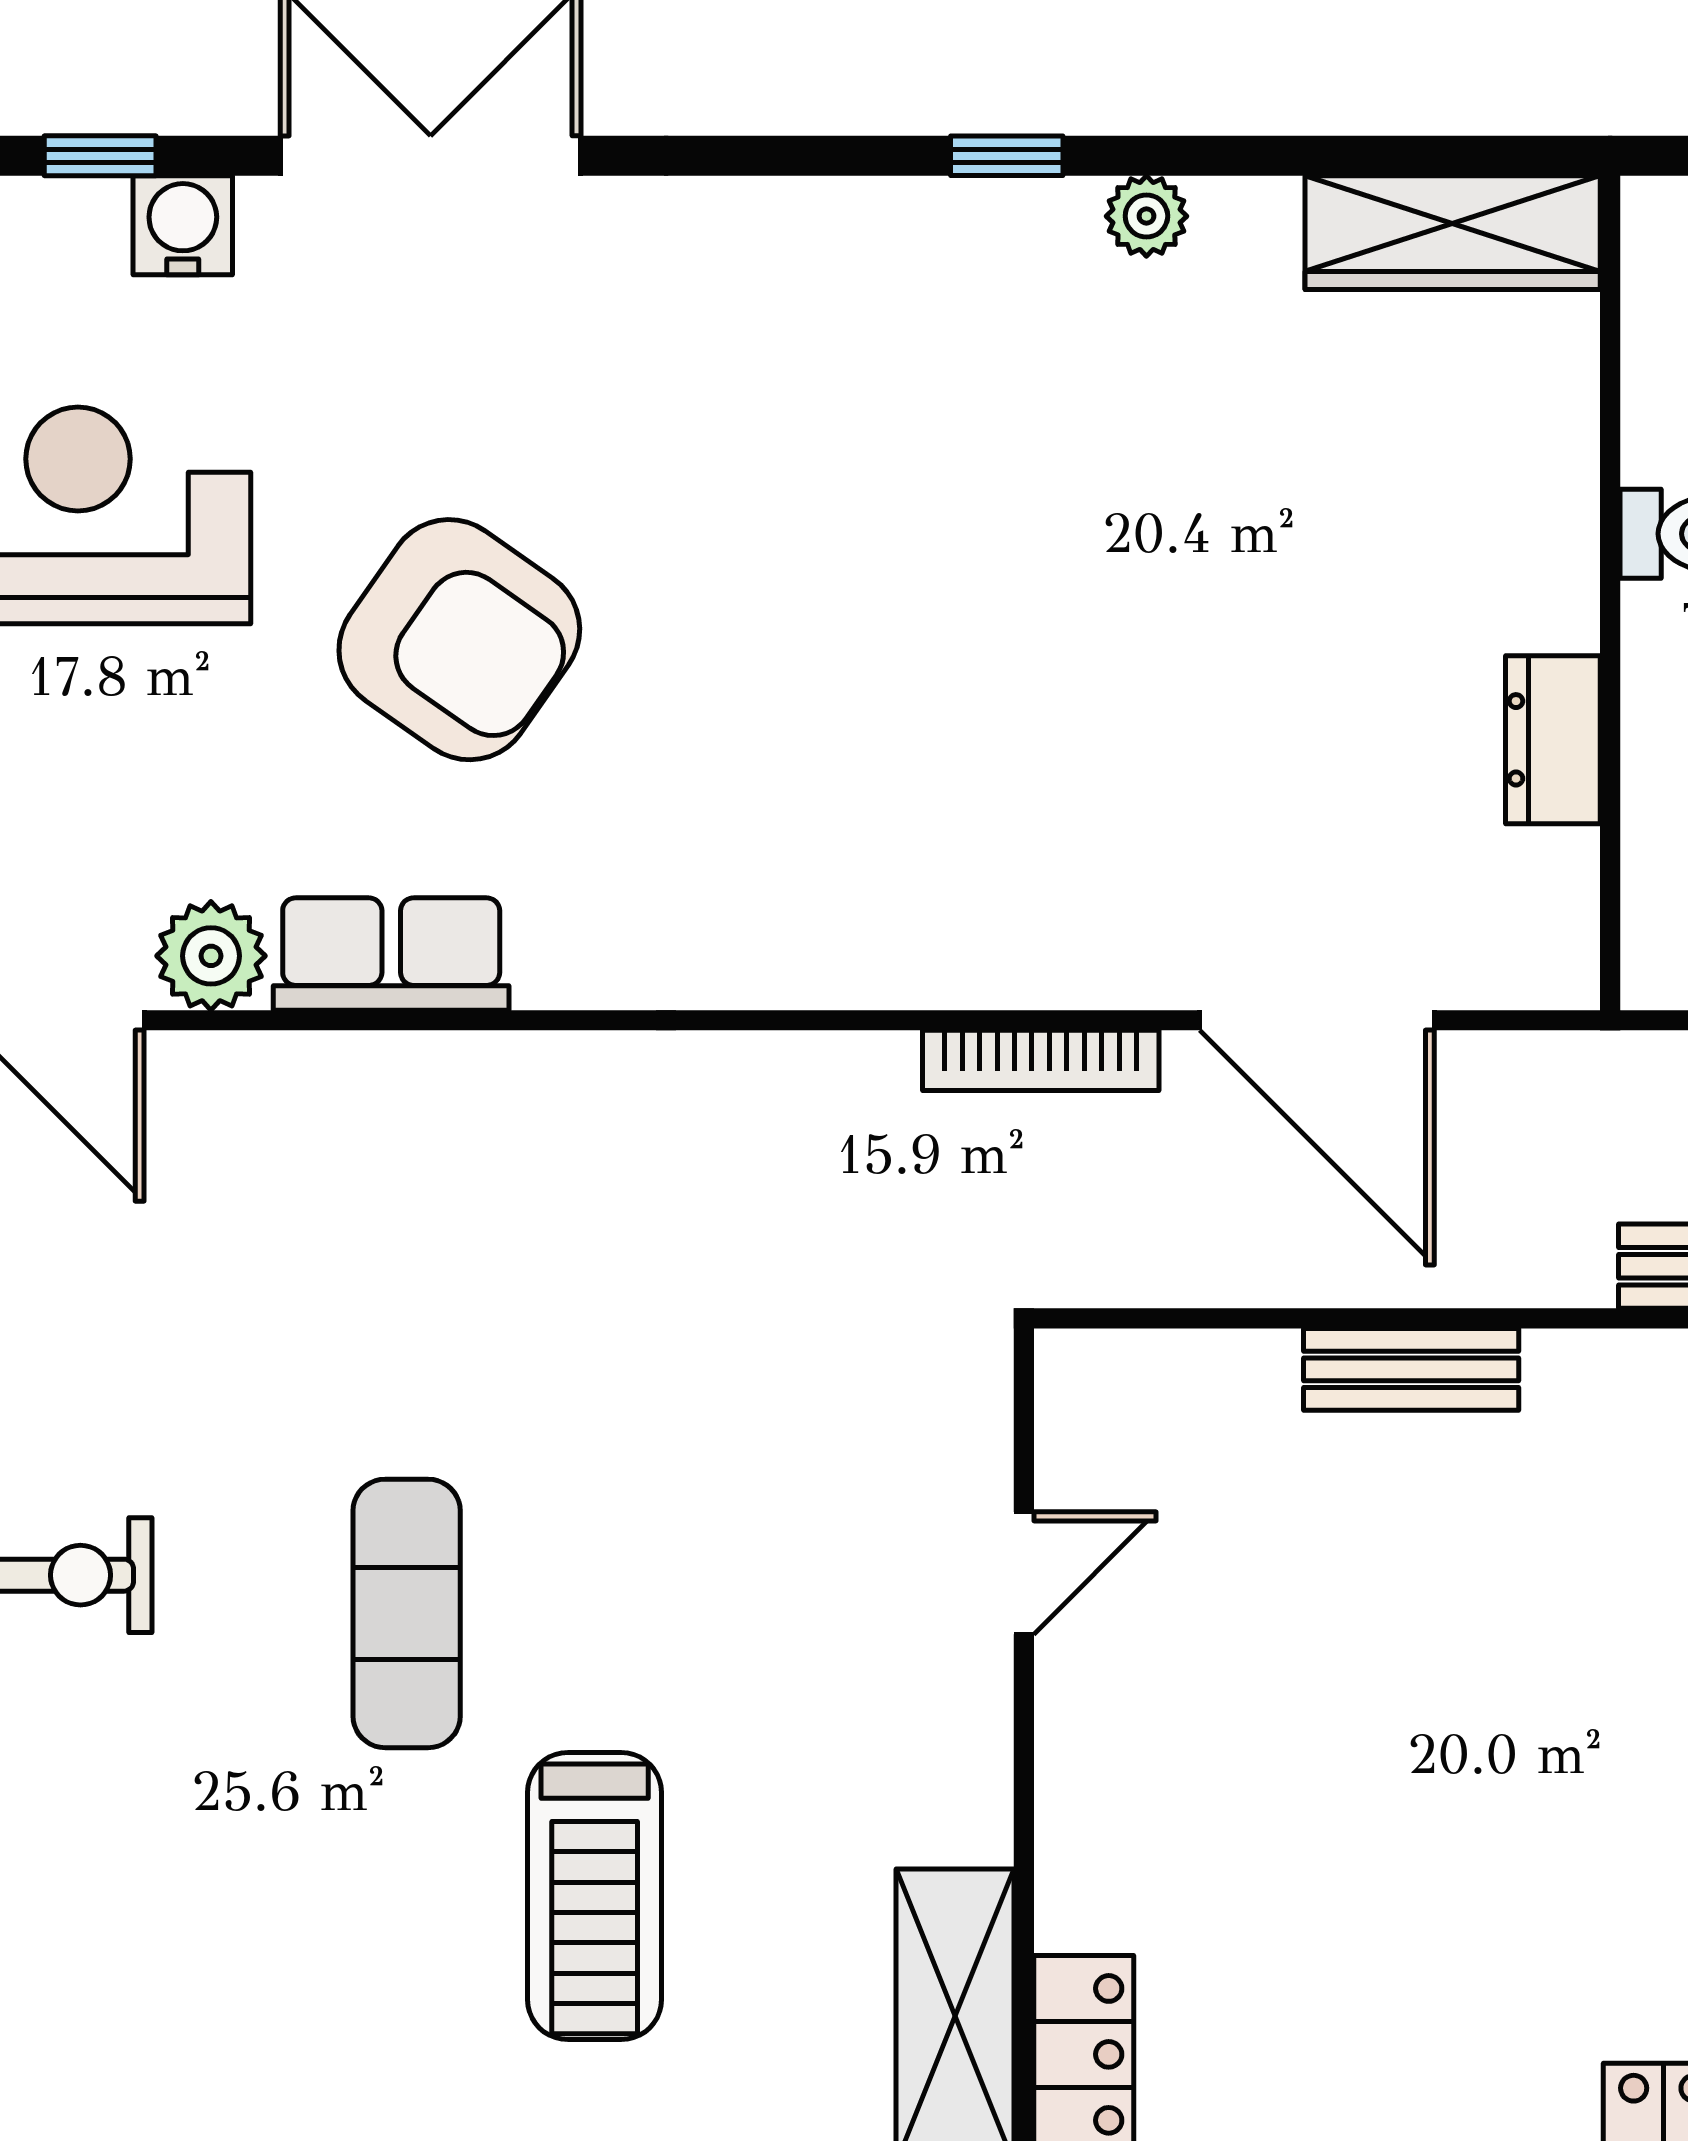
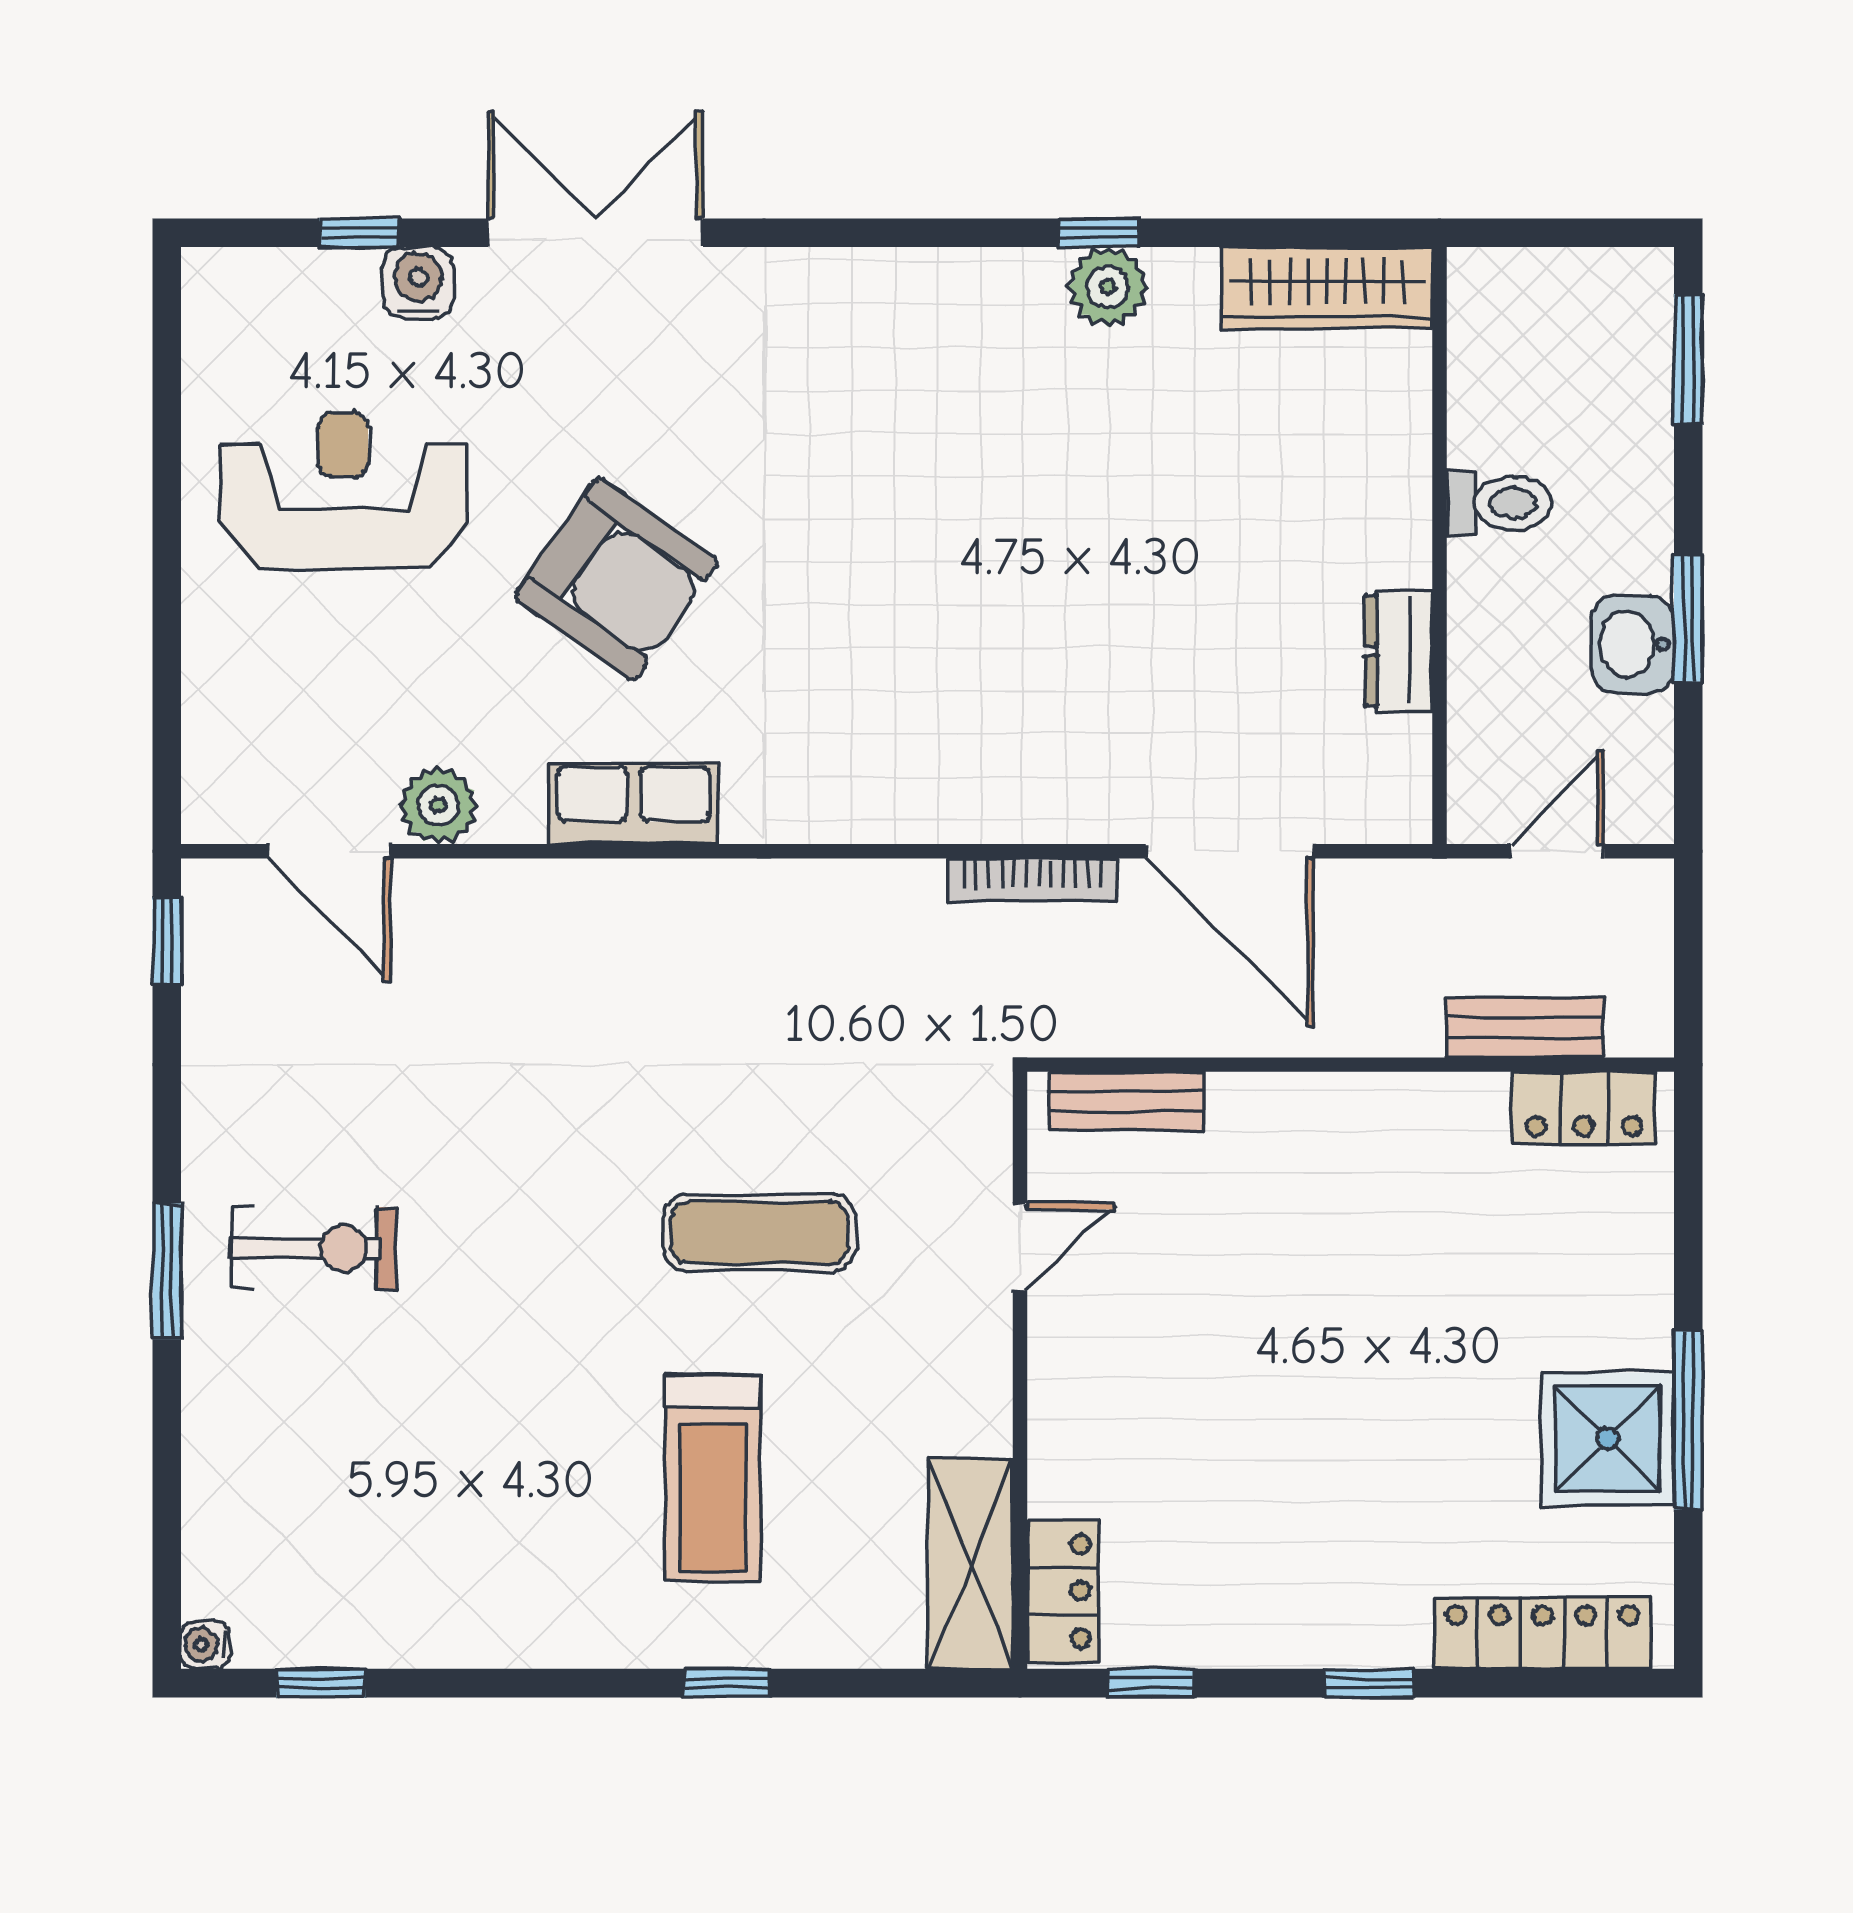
window: (1007, 156) -> (1098, 233), moved
plant: (1146, 216) -> (1108, 287), width x1.38, depth x1.38
row of seats: (391, 954) -> (633, 804), moved
bench: (1411, 1369) -> (1126, 1101), moved
exercise mat: (407, 1613) -> (760, 1233), moved, turned 90

